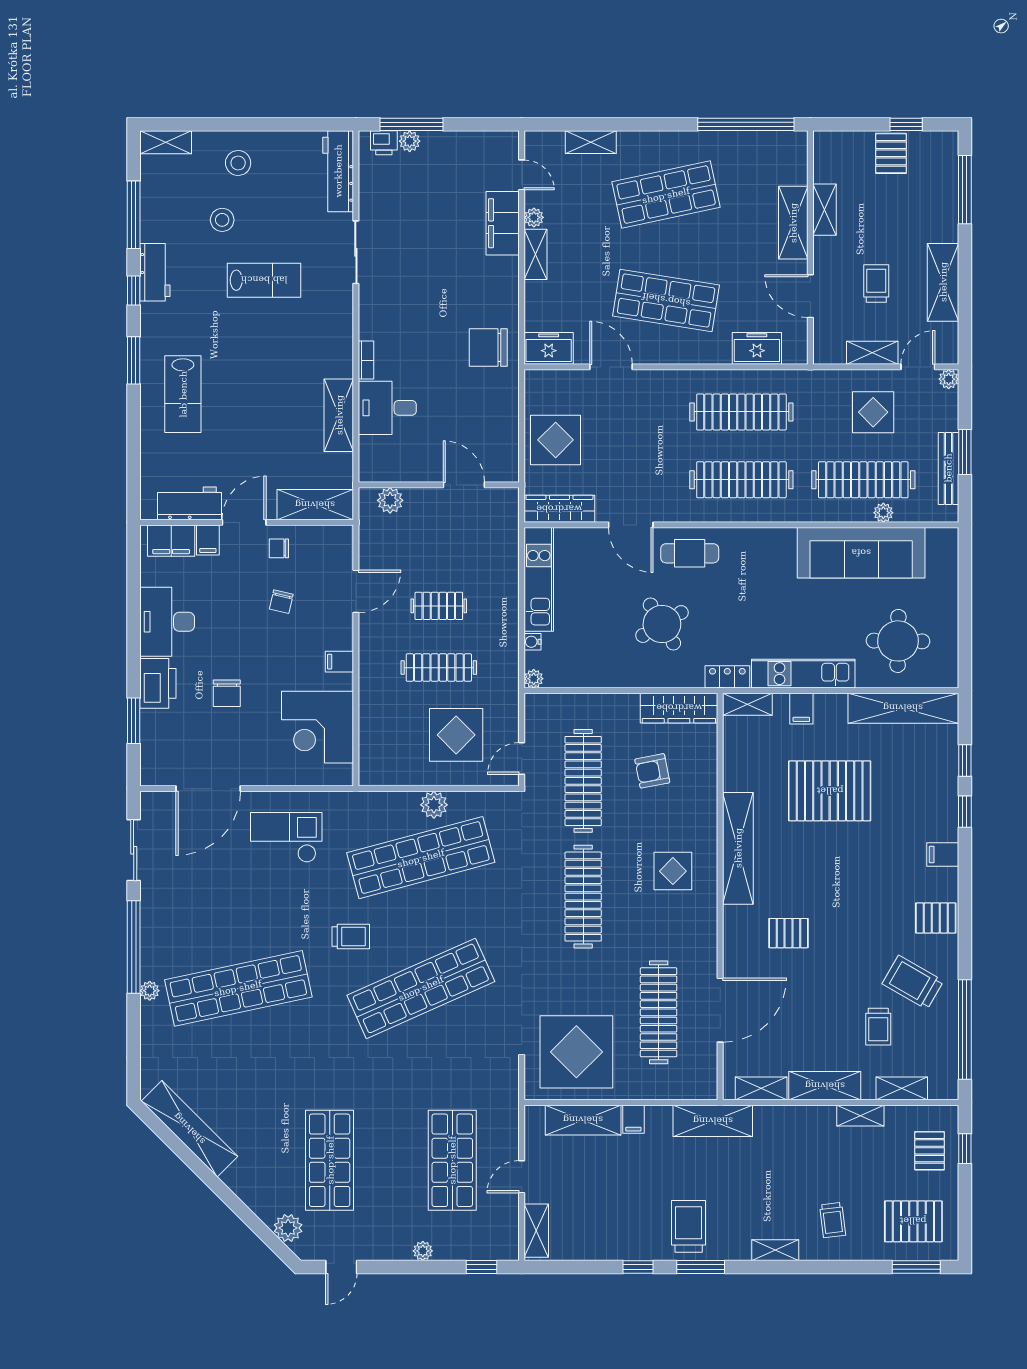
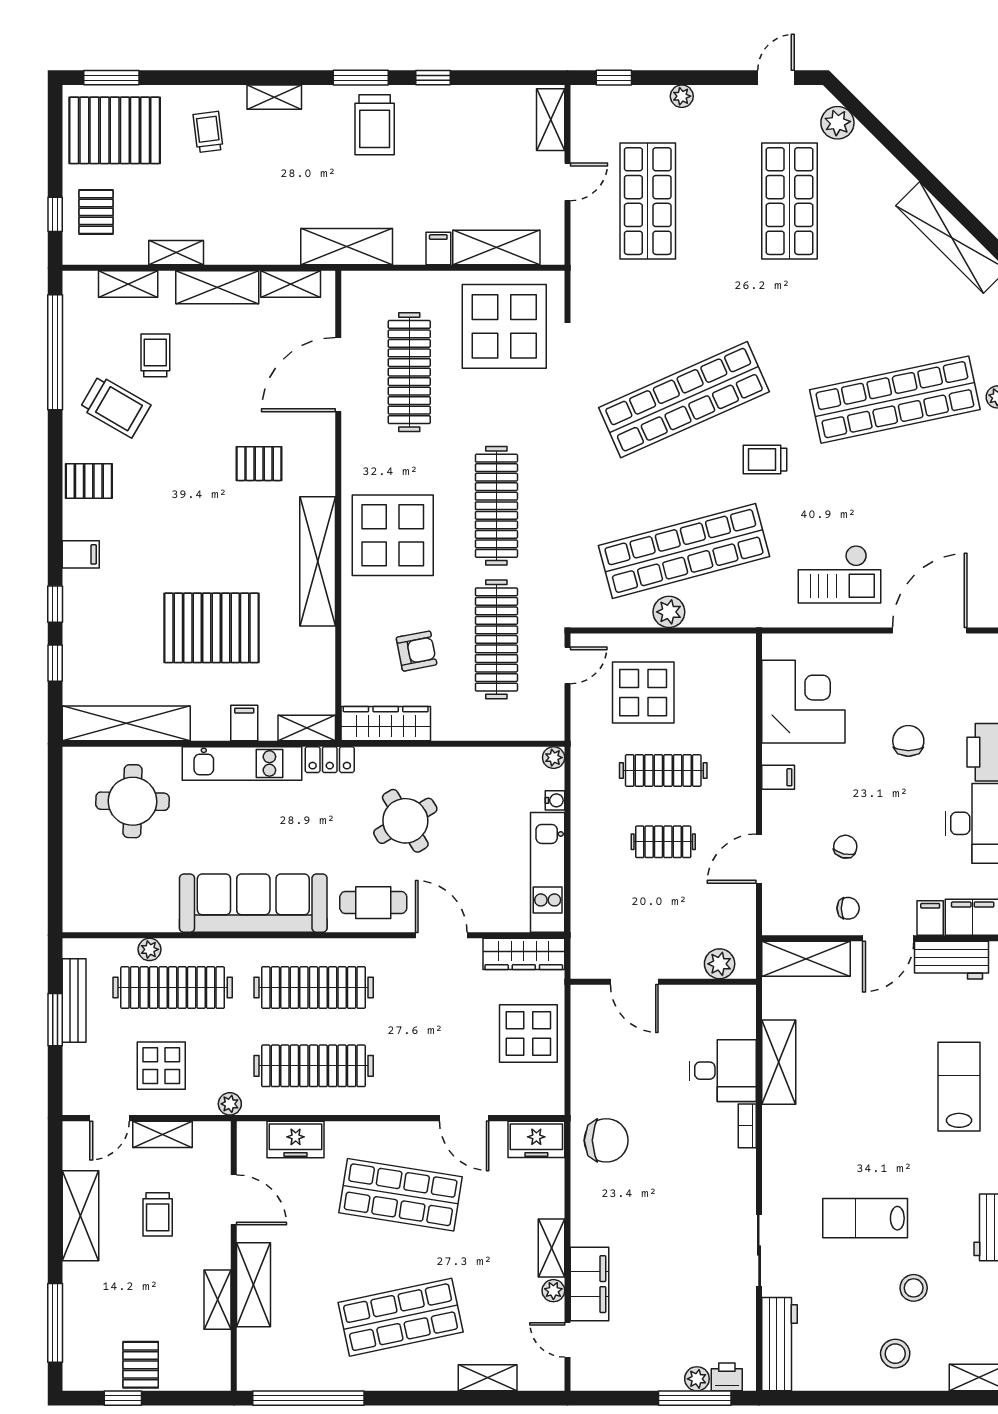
plant: (949, 379) -> (230, 1104), moved
sofa: (861, 553) -> (253, 903), moved
display table: (673, 871) -> (393, 535), width x1.86, depth x1.86
pallet: (913, 1221) -> (115, 130), width x1.37, depth x1.41

